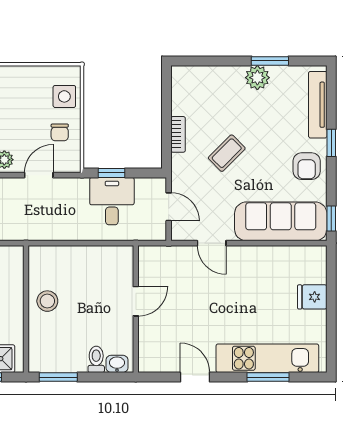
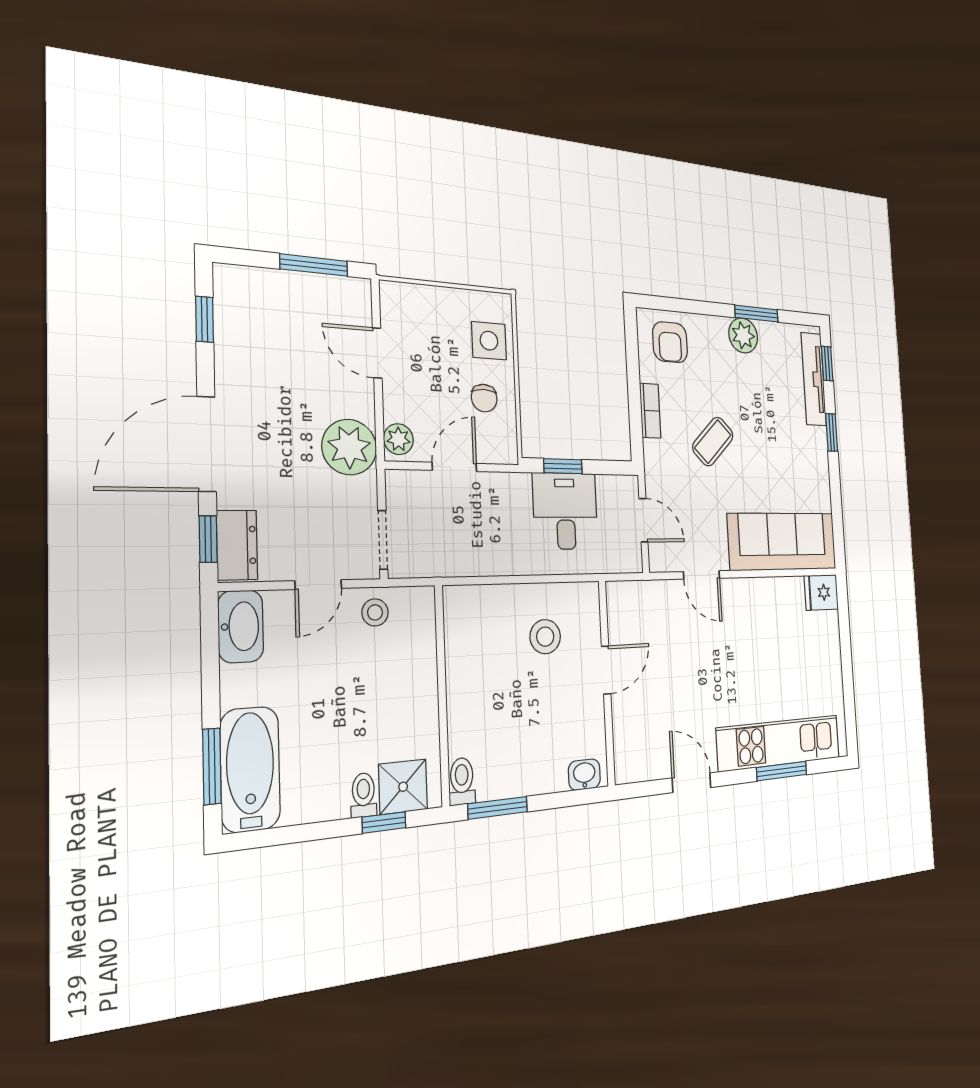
armchair: (307, 166) -> (670, 342), moved
window: (331, 219) -> (827, 364), moved
fridge: (312, 297) -> (821, 592), moved
stool: (47, 301) -> (545, 637), moved
toilet: (96, 359) -> (462, 781), moved

